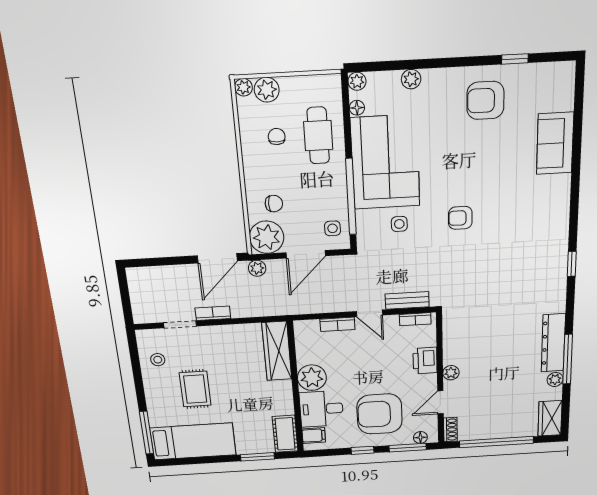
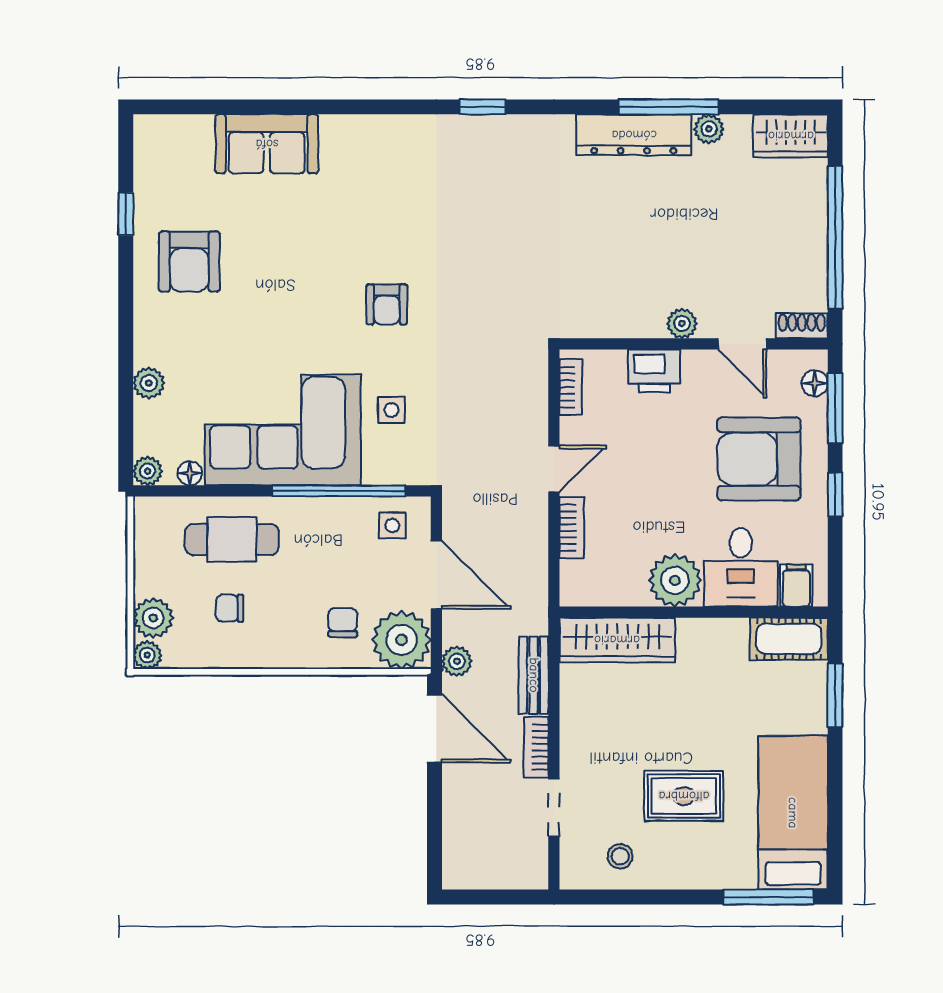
bench: (407, 300) -> (534, 675), moved
armchair: (380, 414) -> (759, 459), turned 90

